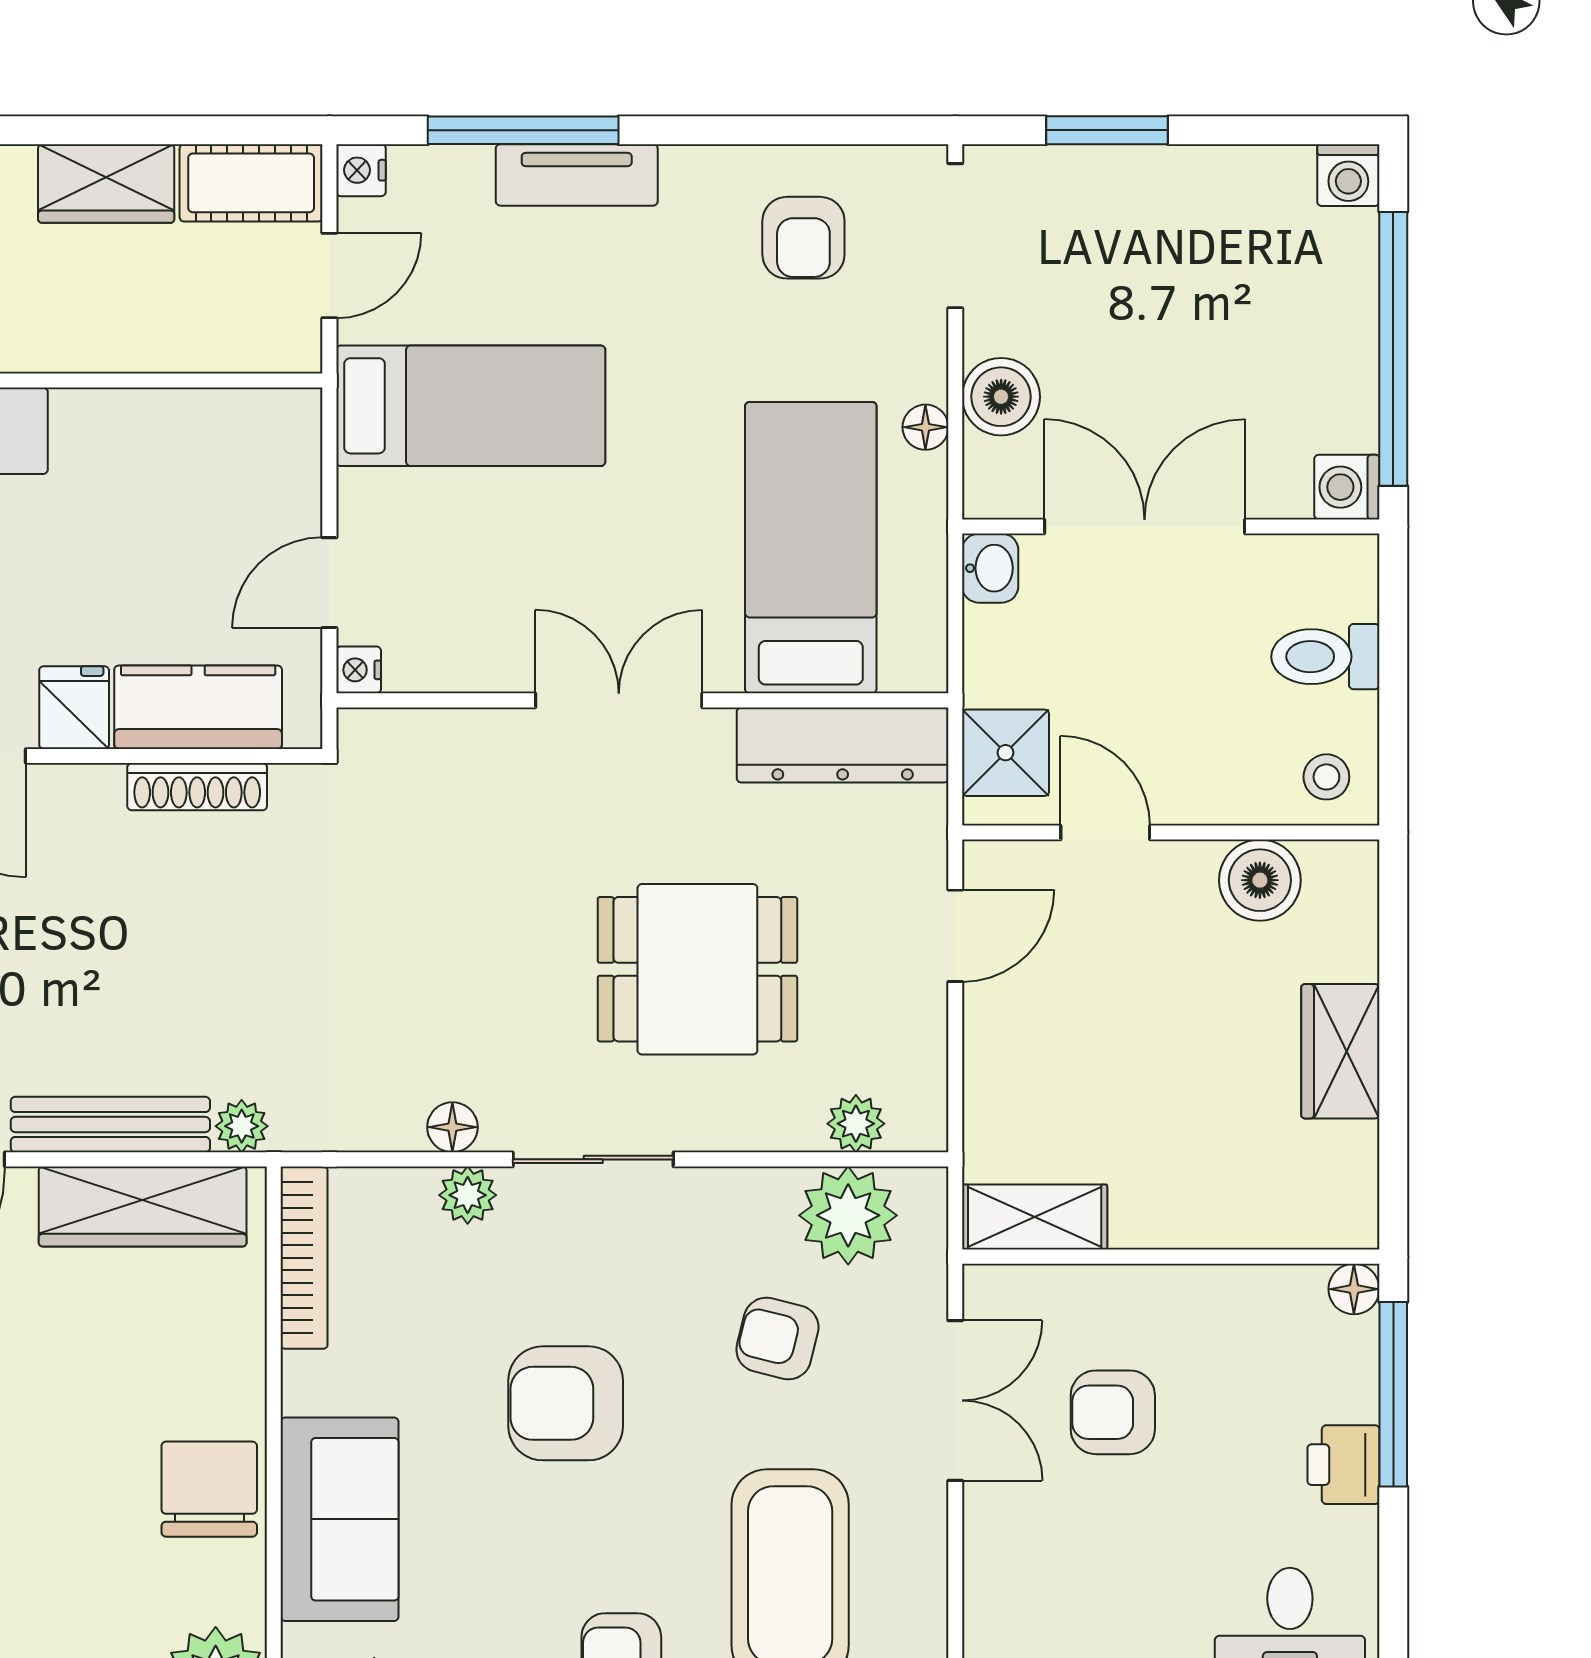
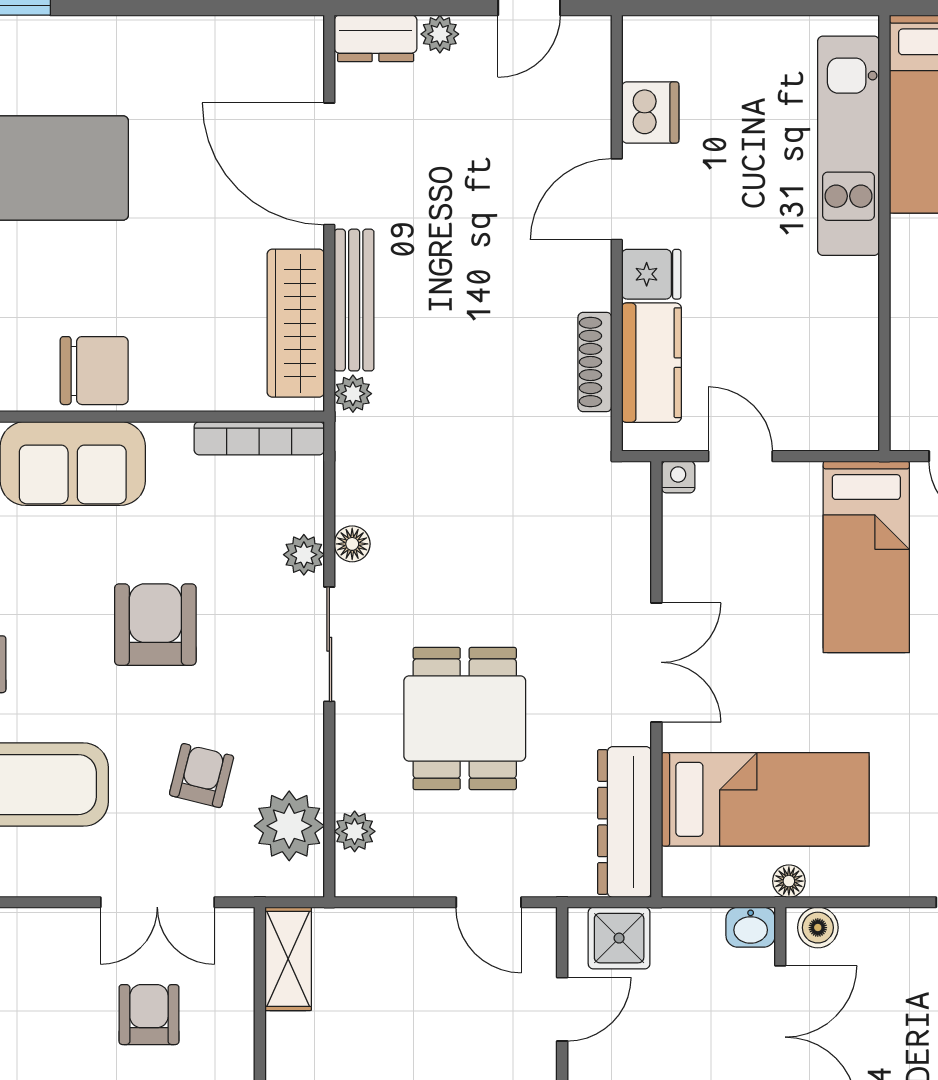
boiler: (1001, 397) -> (818, 928), moved, width x0.73, depth x0.73
floor lamp: (925, 427) -> (789, 881), moved

